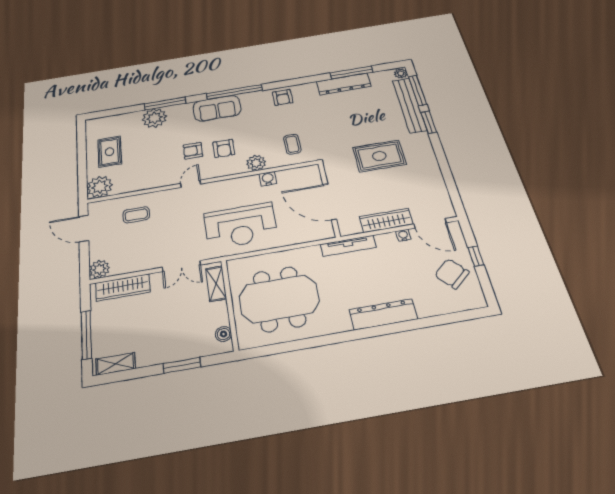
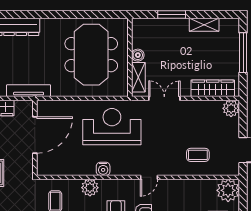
water cooler: (268, 179) -> (103, 169), moved
door: (330, 202) -> (35, 135), hinge flipped
meeting table: (279, 299) -> (91, 55), turned 90
boiler: (223, 334) -> (138, 55), moved
shelving: (116, 364) -> (204, 25), moved

